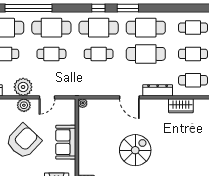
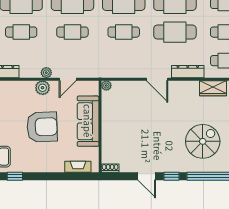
plant: (23, 87) -> (46, 73), width x0.53, depth x0.53
armchair: (23, 141) -> (42, 127), turned 45
sofa: (66, 142) -> (88, 121), width x1.36
spiral stairs: (135, 150) -> (203, 141), moved

